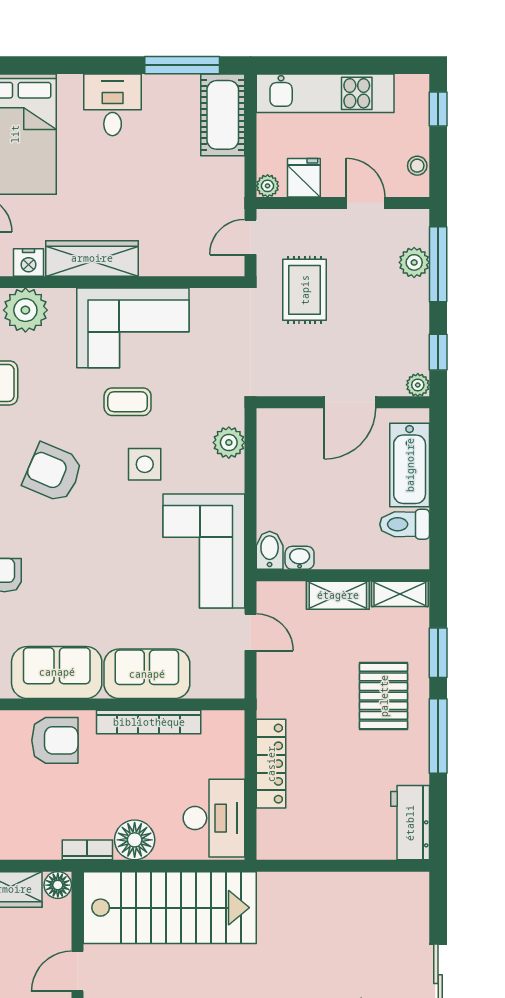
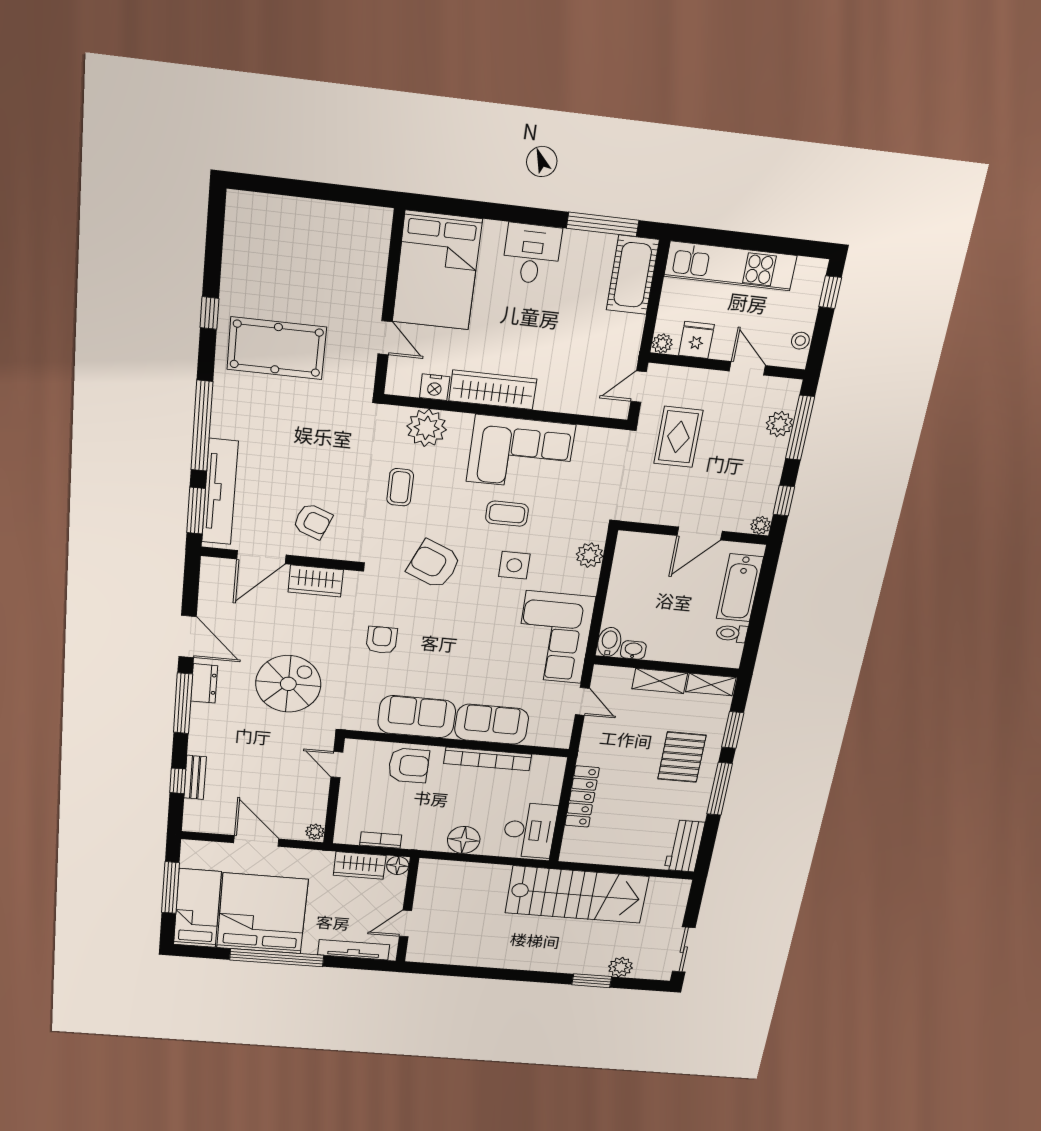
toilet: (405, 524) -> (732, 633), width x0.73, depth x0.72
bookcase: (87, 850) -> (381, 840), moved
stairs: (170, 908) -> (577, 895), moved

